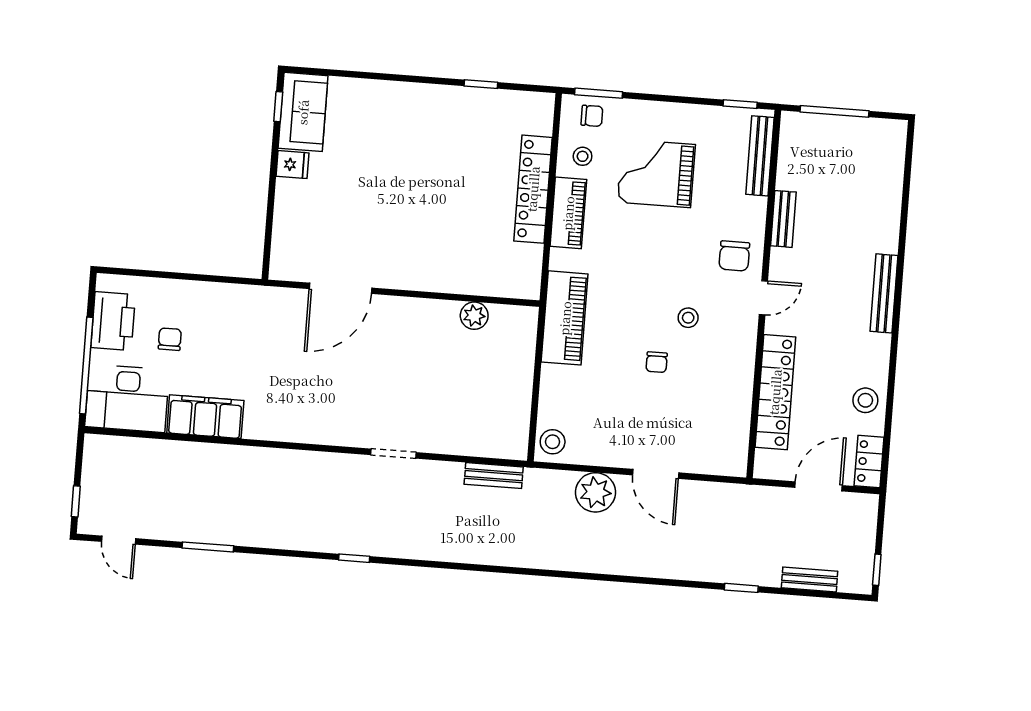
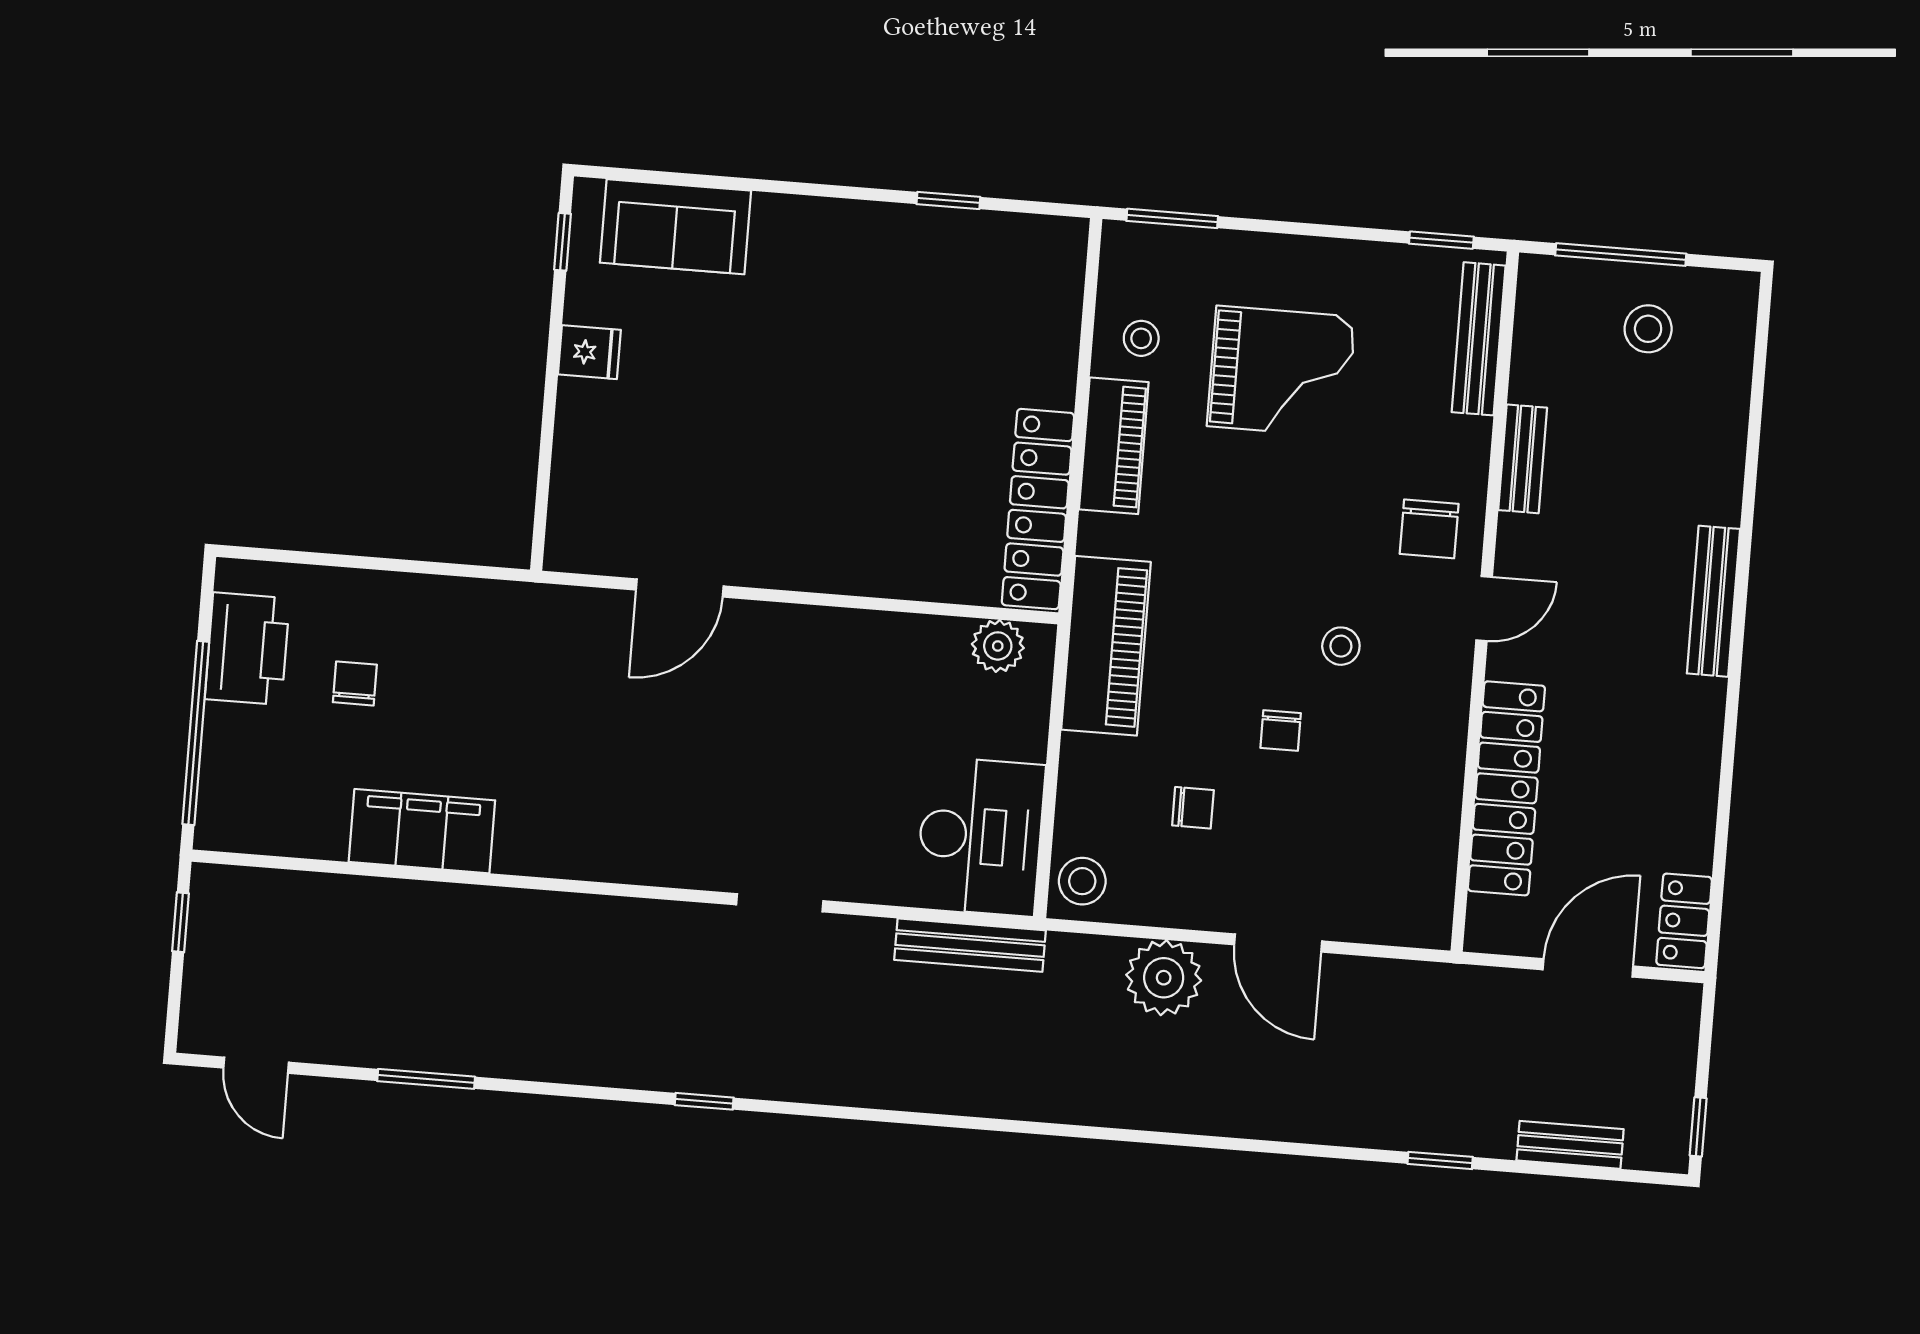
sofa: (303, 112) -> (675, 227), moved, turned 90
chair: (592, 116) -> (1193, 808), moved
grand piano: (656, 173) -> (1281, 371), turned 180
locker: (533, 189) -> (1038, 509), moved
door: (340, 288) -> (680, 588), width x0.73
plant: (474, 316) -> (998, 646), moved
desk: (127, 398) -> (980, 836), moved, turned -90
stool: (865, 400) -> (1648, 329), moved
bench: (494, 476) -> (970, 945), width x1.36
window: (76, 501) -> (181, 922), moved

